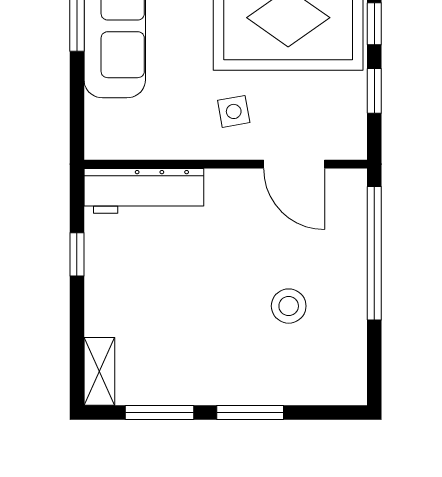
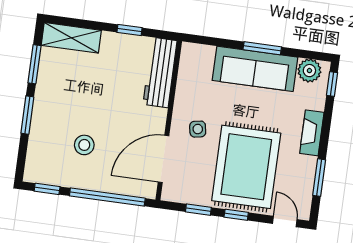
door: (294, 164) -> (163, 159), width x1.36
window: (374, 360) -> (47, 189), added
shelving: (99, 371) -> (71, 38), width x1.50, depth x1.33

